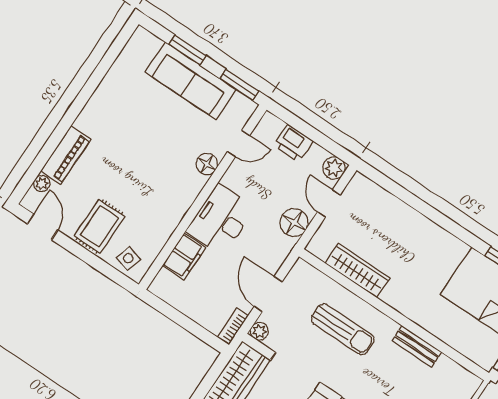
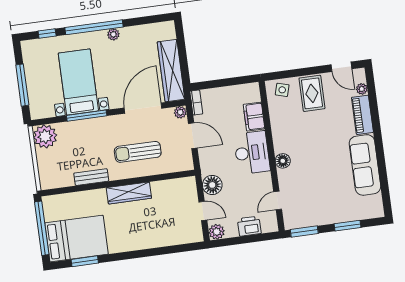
sofa: (191, 81) -> (365, 165), moved, turned -90
floor lamp: (207, 164) -> (283, 161), moved
wardrobe: (358, 271) -> (129, 193), moved

